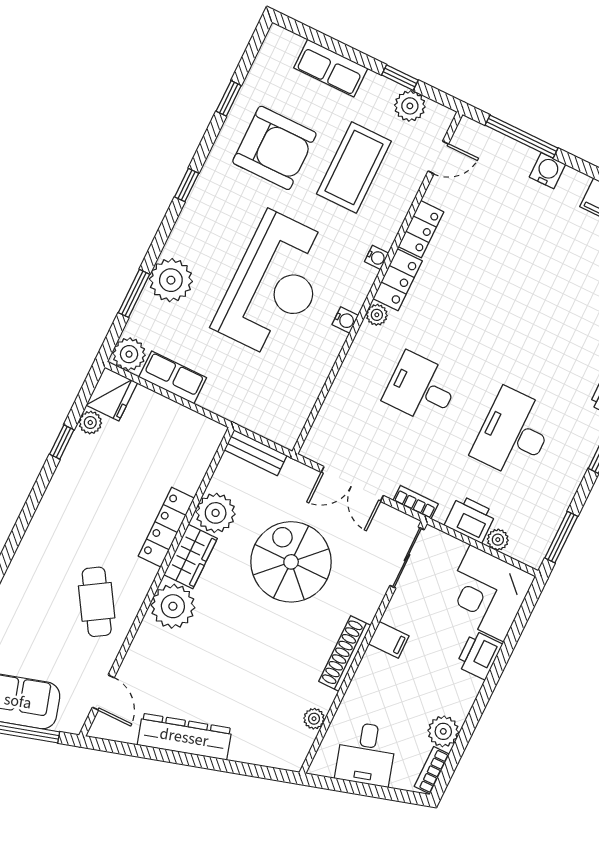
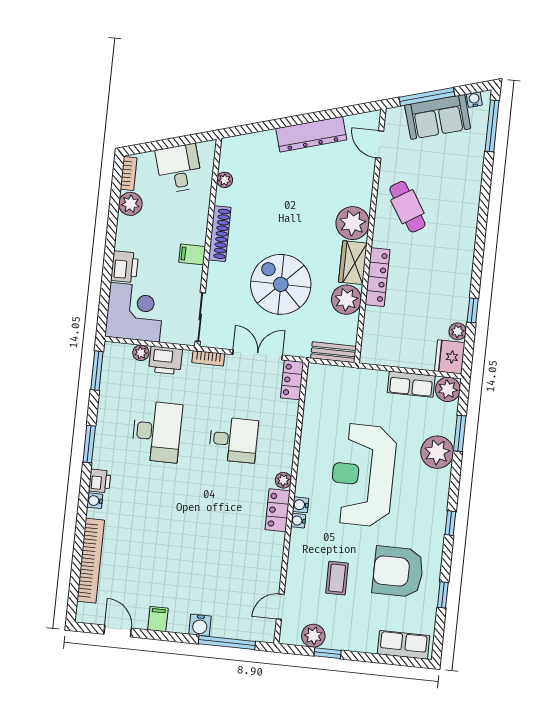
row of seats: (331, 68) -> (403, 645), moved
coffee table: (354, 167) -> (337, 578), width x0.54, depth x0.58
locker: (421, 229) -> (292, 380), moved
water cooler: (345, 320) -> (301, 505), moved
spiral stairs: (291, 562) -> (281, 284), turned 180

